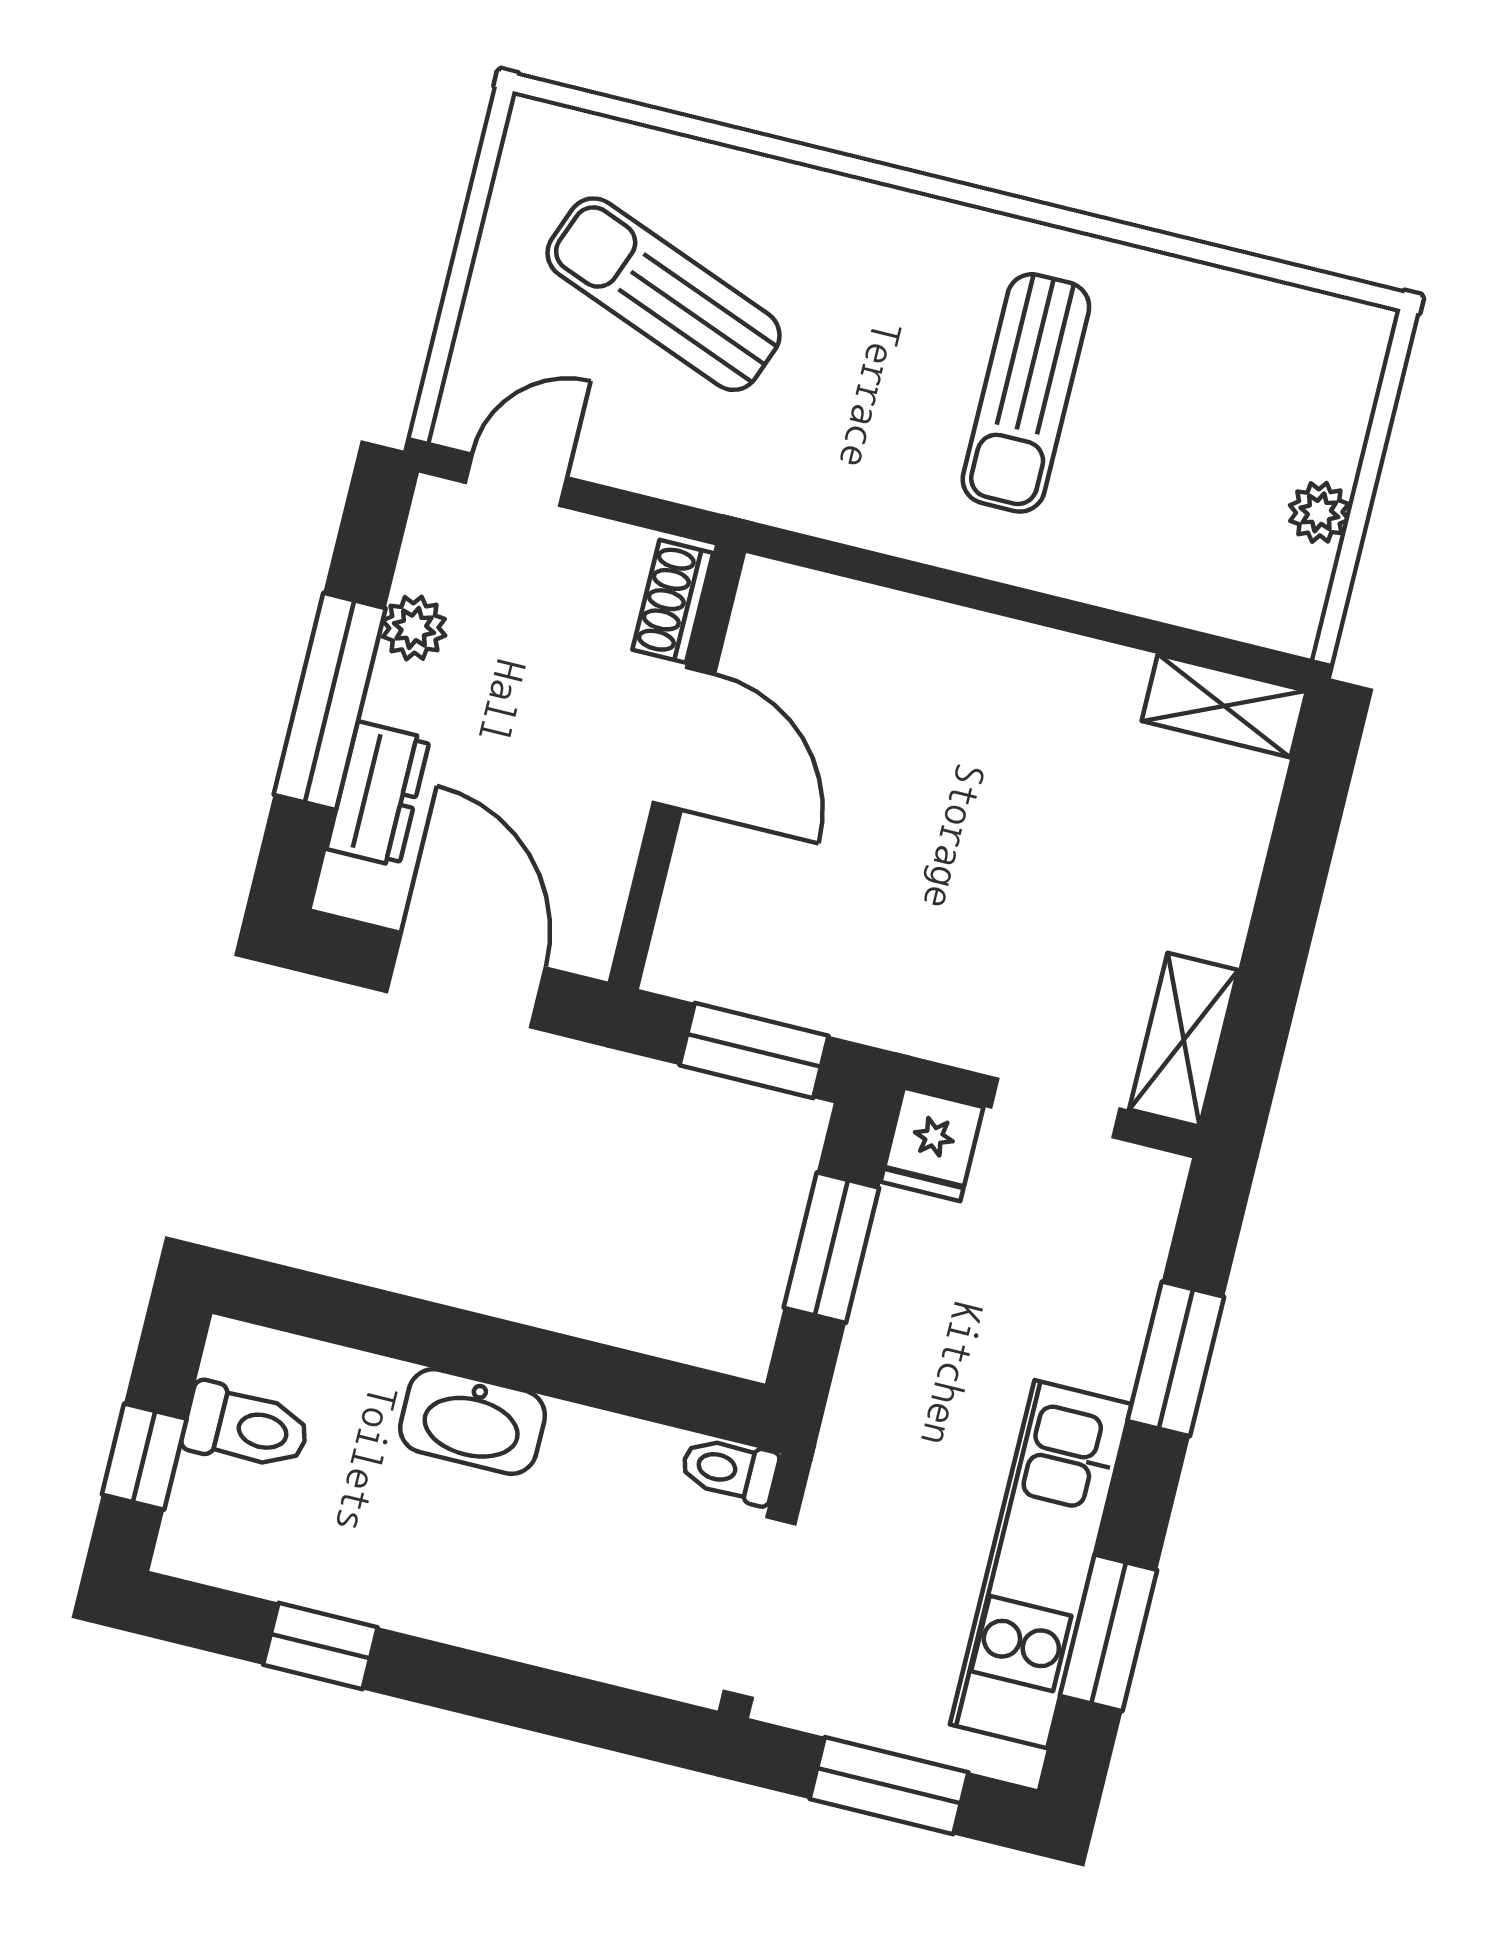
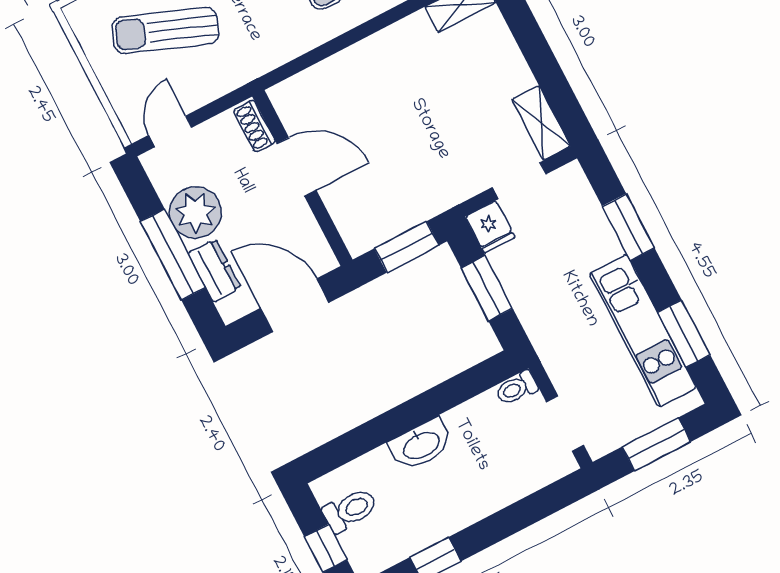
plant: (414, 628) -> (195, 212), width x1.87, depth x1.87
doorway: (760, 1607) -> (565, 424), width x0.73

